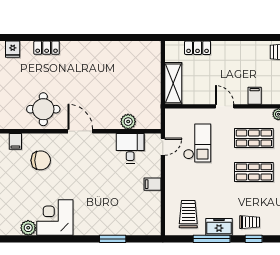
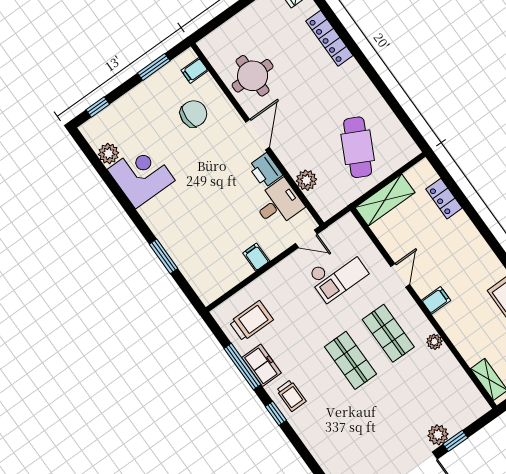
locker: (47, 48) -> (329, 38), width x1.53
cafe table: (130, 77) -> (358, 147), added
printer: (105, 142) -> (265, 170), added
chair: (41, 160) -> (194, 114), turned -90

